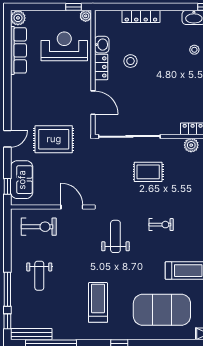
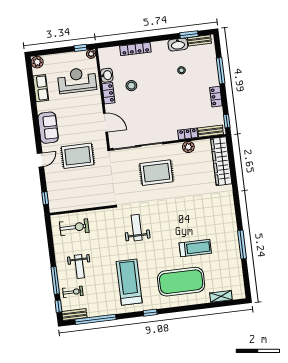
row of seats: (18, 50) -> (41, 88), width x0.68
rug: (148, 172) -> (156, 173), width x1.36, depth x1.43
sofa: (22, 180) -> (48, 128), moved
door: (72, 207) -> (99, 208), removed
exercise bike: (161, 225) -> (73, 292), moved
treadmill: (98, 302) -> (129, 282), width x1.37, depth x1.38
bench: (31, 334) -> (74, 315), width x0.73

